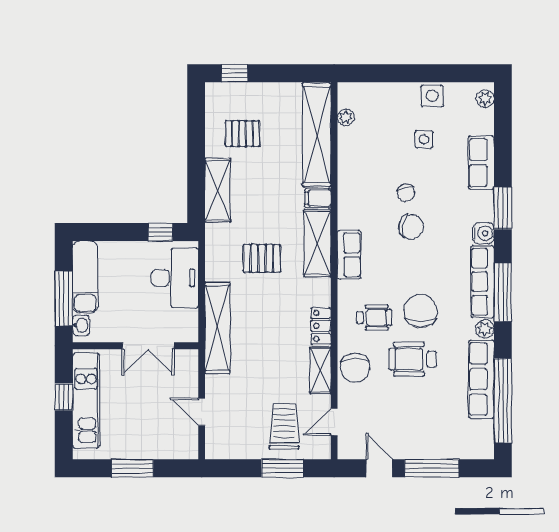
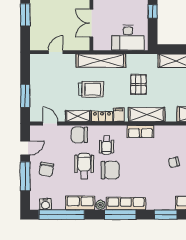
filing cabinet: (318, 198) -> (119, 115), moved
chair: (411, 227) -> (46, 169), moved
window: (160, 232) -> (153, 11), moved
water cooler: (483, 233) -> (45, 204), moved
row of seats: (481, 379) -> (80, 203), width x0.68
trolley: (284, 426) -> (91, 89), moved

